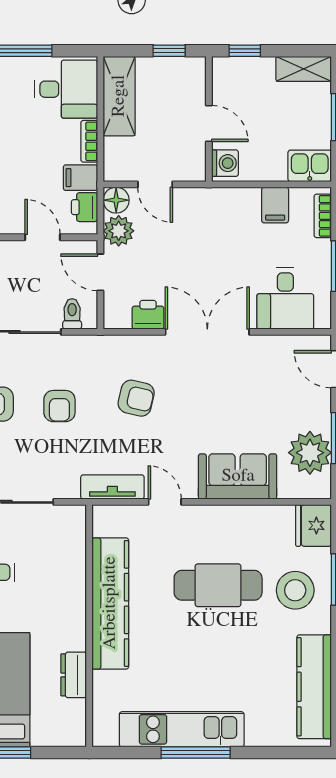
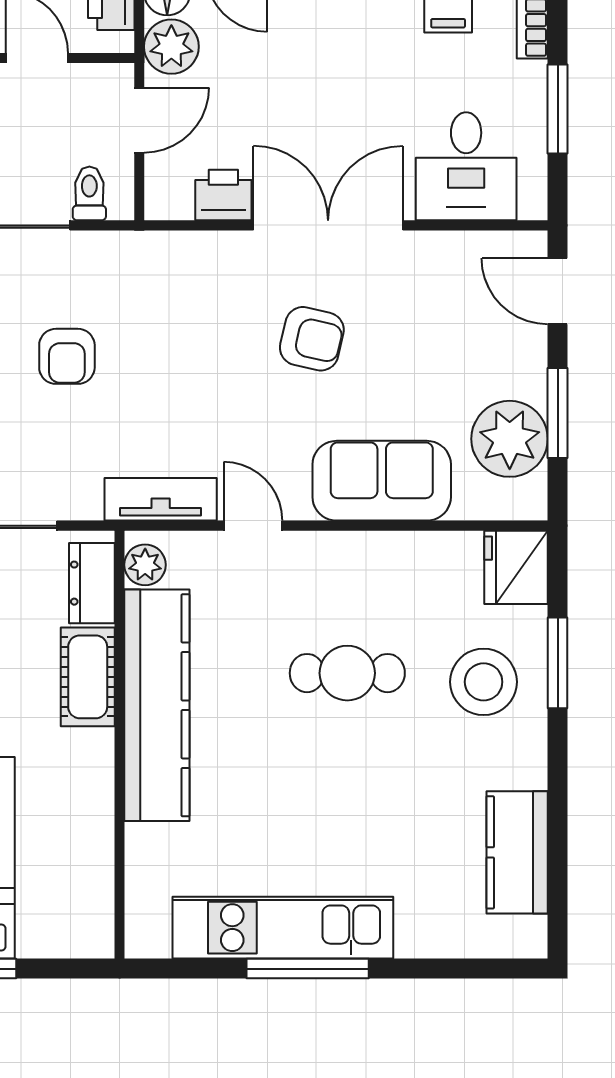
door: (100, 272) -> (139, 120), swing flipped
armchair: (136, 398) -> (312, 339), moved
plant: (104, 524) -> (145, 565), added
cafe table: (218, 585) -> (347, 673), width x0.73, depth x0.74
cot: (71, 587) -> (88, 677), added
dresser: (74, 675) -> (92, 583), moved
kitchen counter: (314, 687) -> (517, 852), width x0.67

